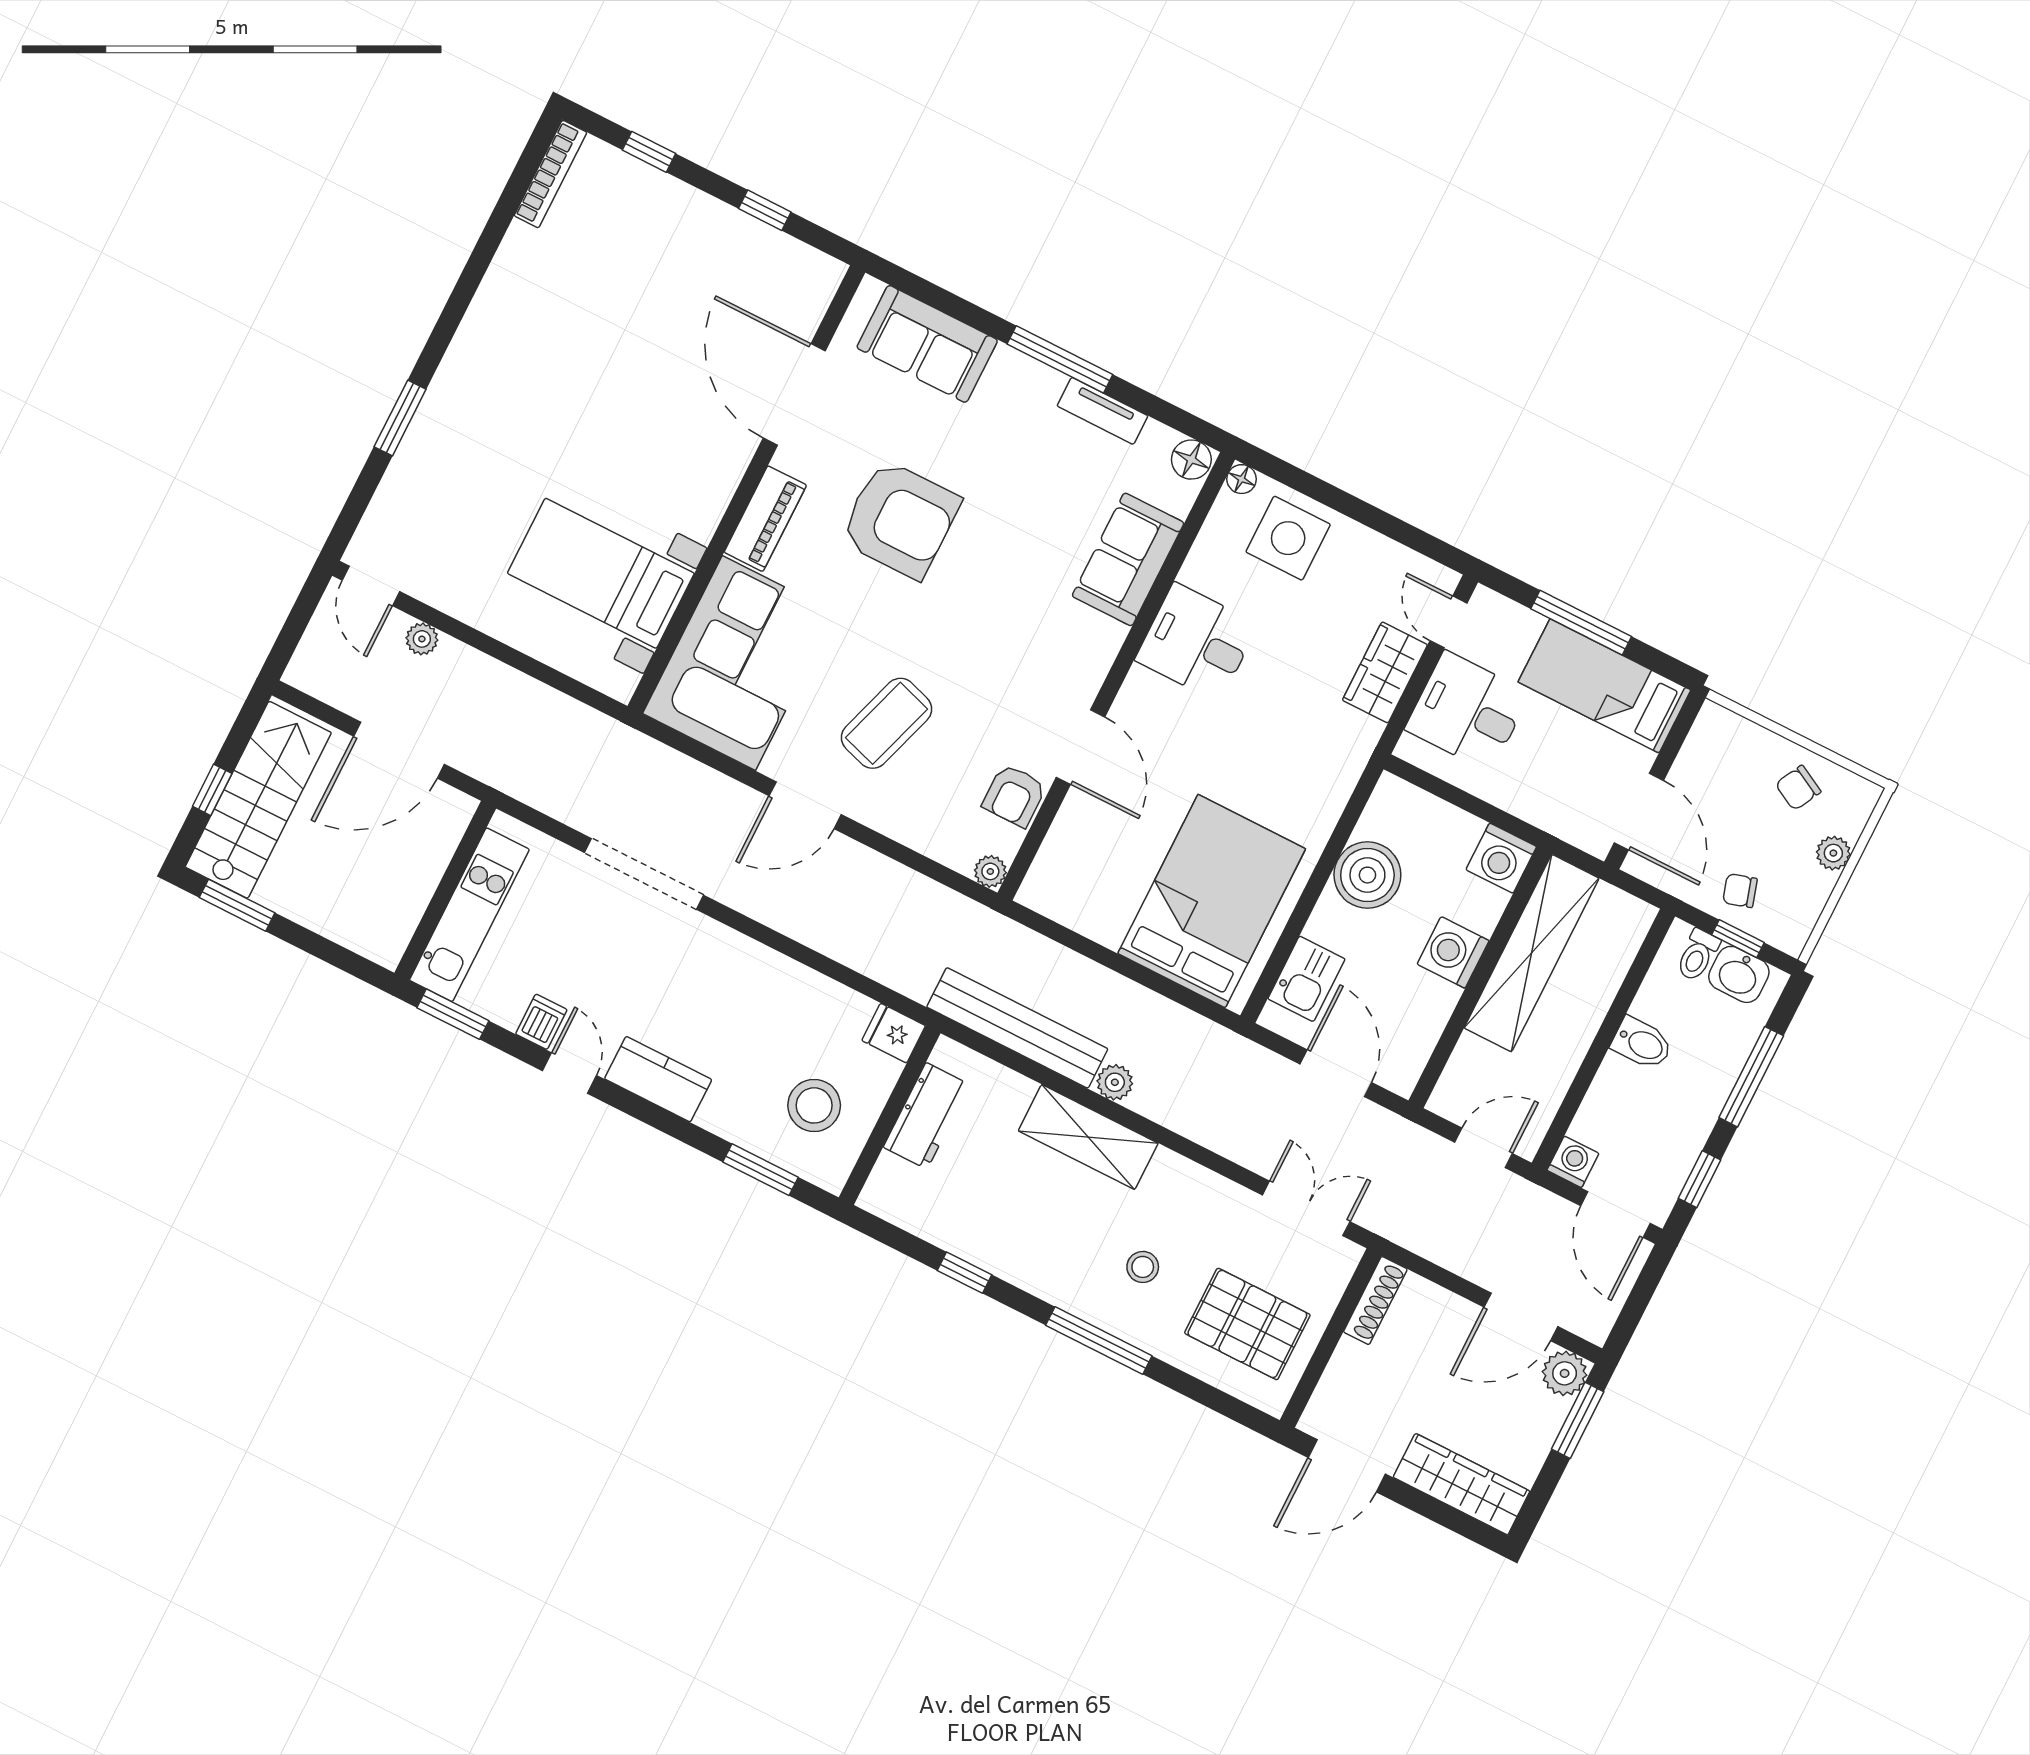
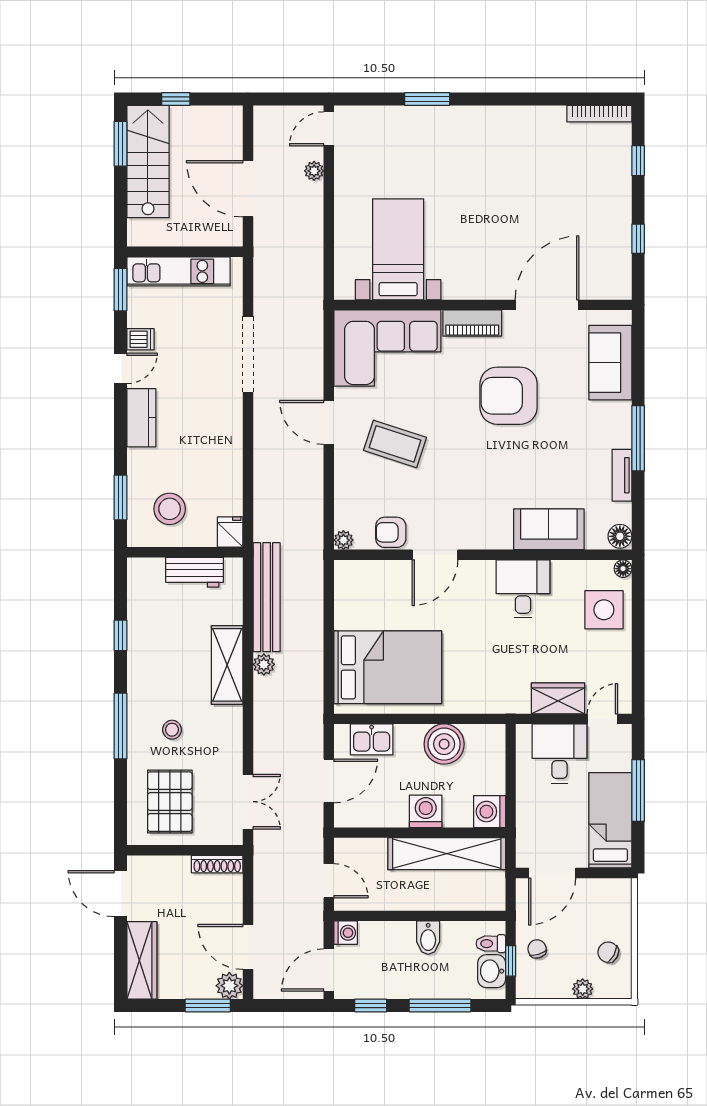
armchair: (900, 519) -> (509, 396), turned 90
stairs: (258, 800) -> (148, 162), moved, turned -90

